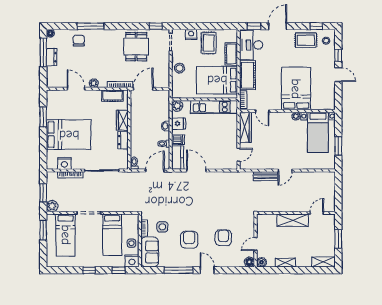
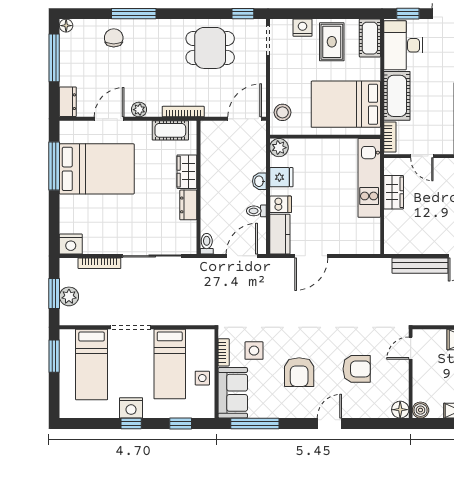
dining table: (136, 47) -> (210, 48), turned 90
cot: (231, 54) -> (370, 38), moved
dresser: (51, 57) -> (68, 102), moved
stool: (180, 68) -> (282, 112), moved
door: (76, 89) -> (109, 119), hinge flipped
door: (143, 89) -> (245, 119), moved
kitchen unit: (214, 107) -> (369, 178), moved, turned 90
window: (43, 117) -> (54, 166), width x1.44
wardrobe: (245, 128) -> (394, 192), width x0.67
bed: (69, 135) -> (97, 169), moved
door: (239, 155) -> (382, 230), removed
nightstand: (64, 163) -> (71, 244), moved
door: (196, 170) -> (311, 256), swing flipped
bench: (266, 176) -> (420, 266), width x1.36
plant: (52, 206) -> (69, 296), moved
armchair: (223, 238) -> (357, 369), turned 90
armchair: (189, 240) -> (299, 372), turned 180
door: (256, 244) -> (411, 348), moved
nightstand: (132, 261) -> (131, 408), moved
window: (179, 270) -> (255, 424), moved
door: (207, 270) -> (329, 424), hinge flipped

